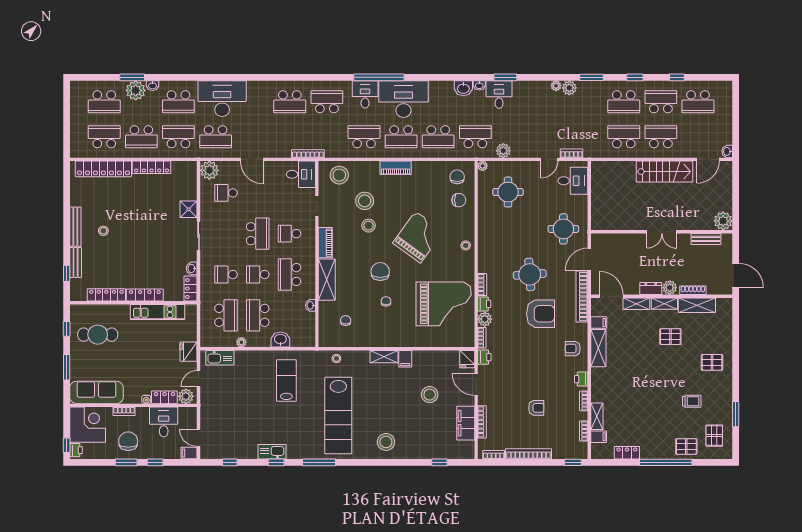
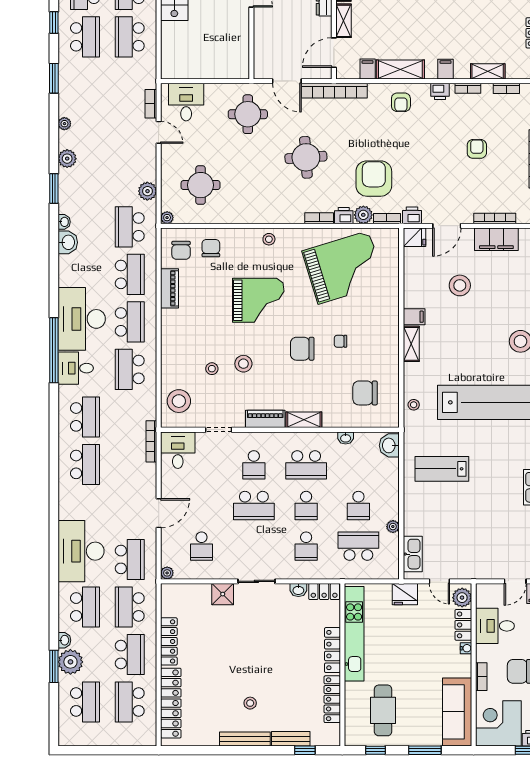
plant: (569, 88) -> (67, 159), moved
desk: (499, 95) -> (76, 197), removed
school desk: (327, 102) -> (85, 417), turned 180
piano: (396, 168) -> (170, 288), moved
plant: (209, 170) -> (167, 573), width x0.53, depth x0.53
chair: (457, 177) -> (181, 250), turned -90
stool: (365, 201) -> (212, 369), width x0.53, depth x0.53
school desk: (258, 234) -> (254, 506), turned 180
grand piano: (418, 237) -> (258, 300), turned 144
shelving: (327, 280) -> (304, 420), width x0.67, depth x0.75
grand piano: (444, 304) -> (344, 267), turned 73
kitchen unit: (158, 312) -> (354, 634), width x1.36
armchair: (541, 314) -> (374, 179), moved
school desk: (258, 315) -> (358, 506), width x0.54
chair: (346, 321) -> (365, 393), width x1.87, depth x1.87
washbasin: (280, 339) -> (389, 445), moved
filing cabinet: (599, 437) -> (446, 69), moved

